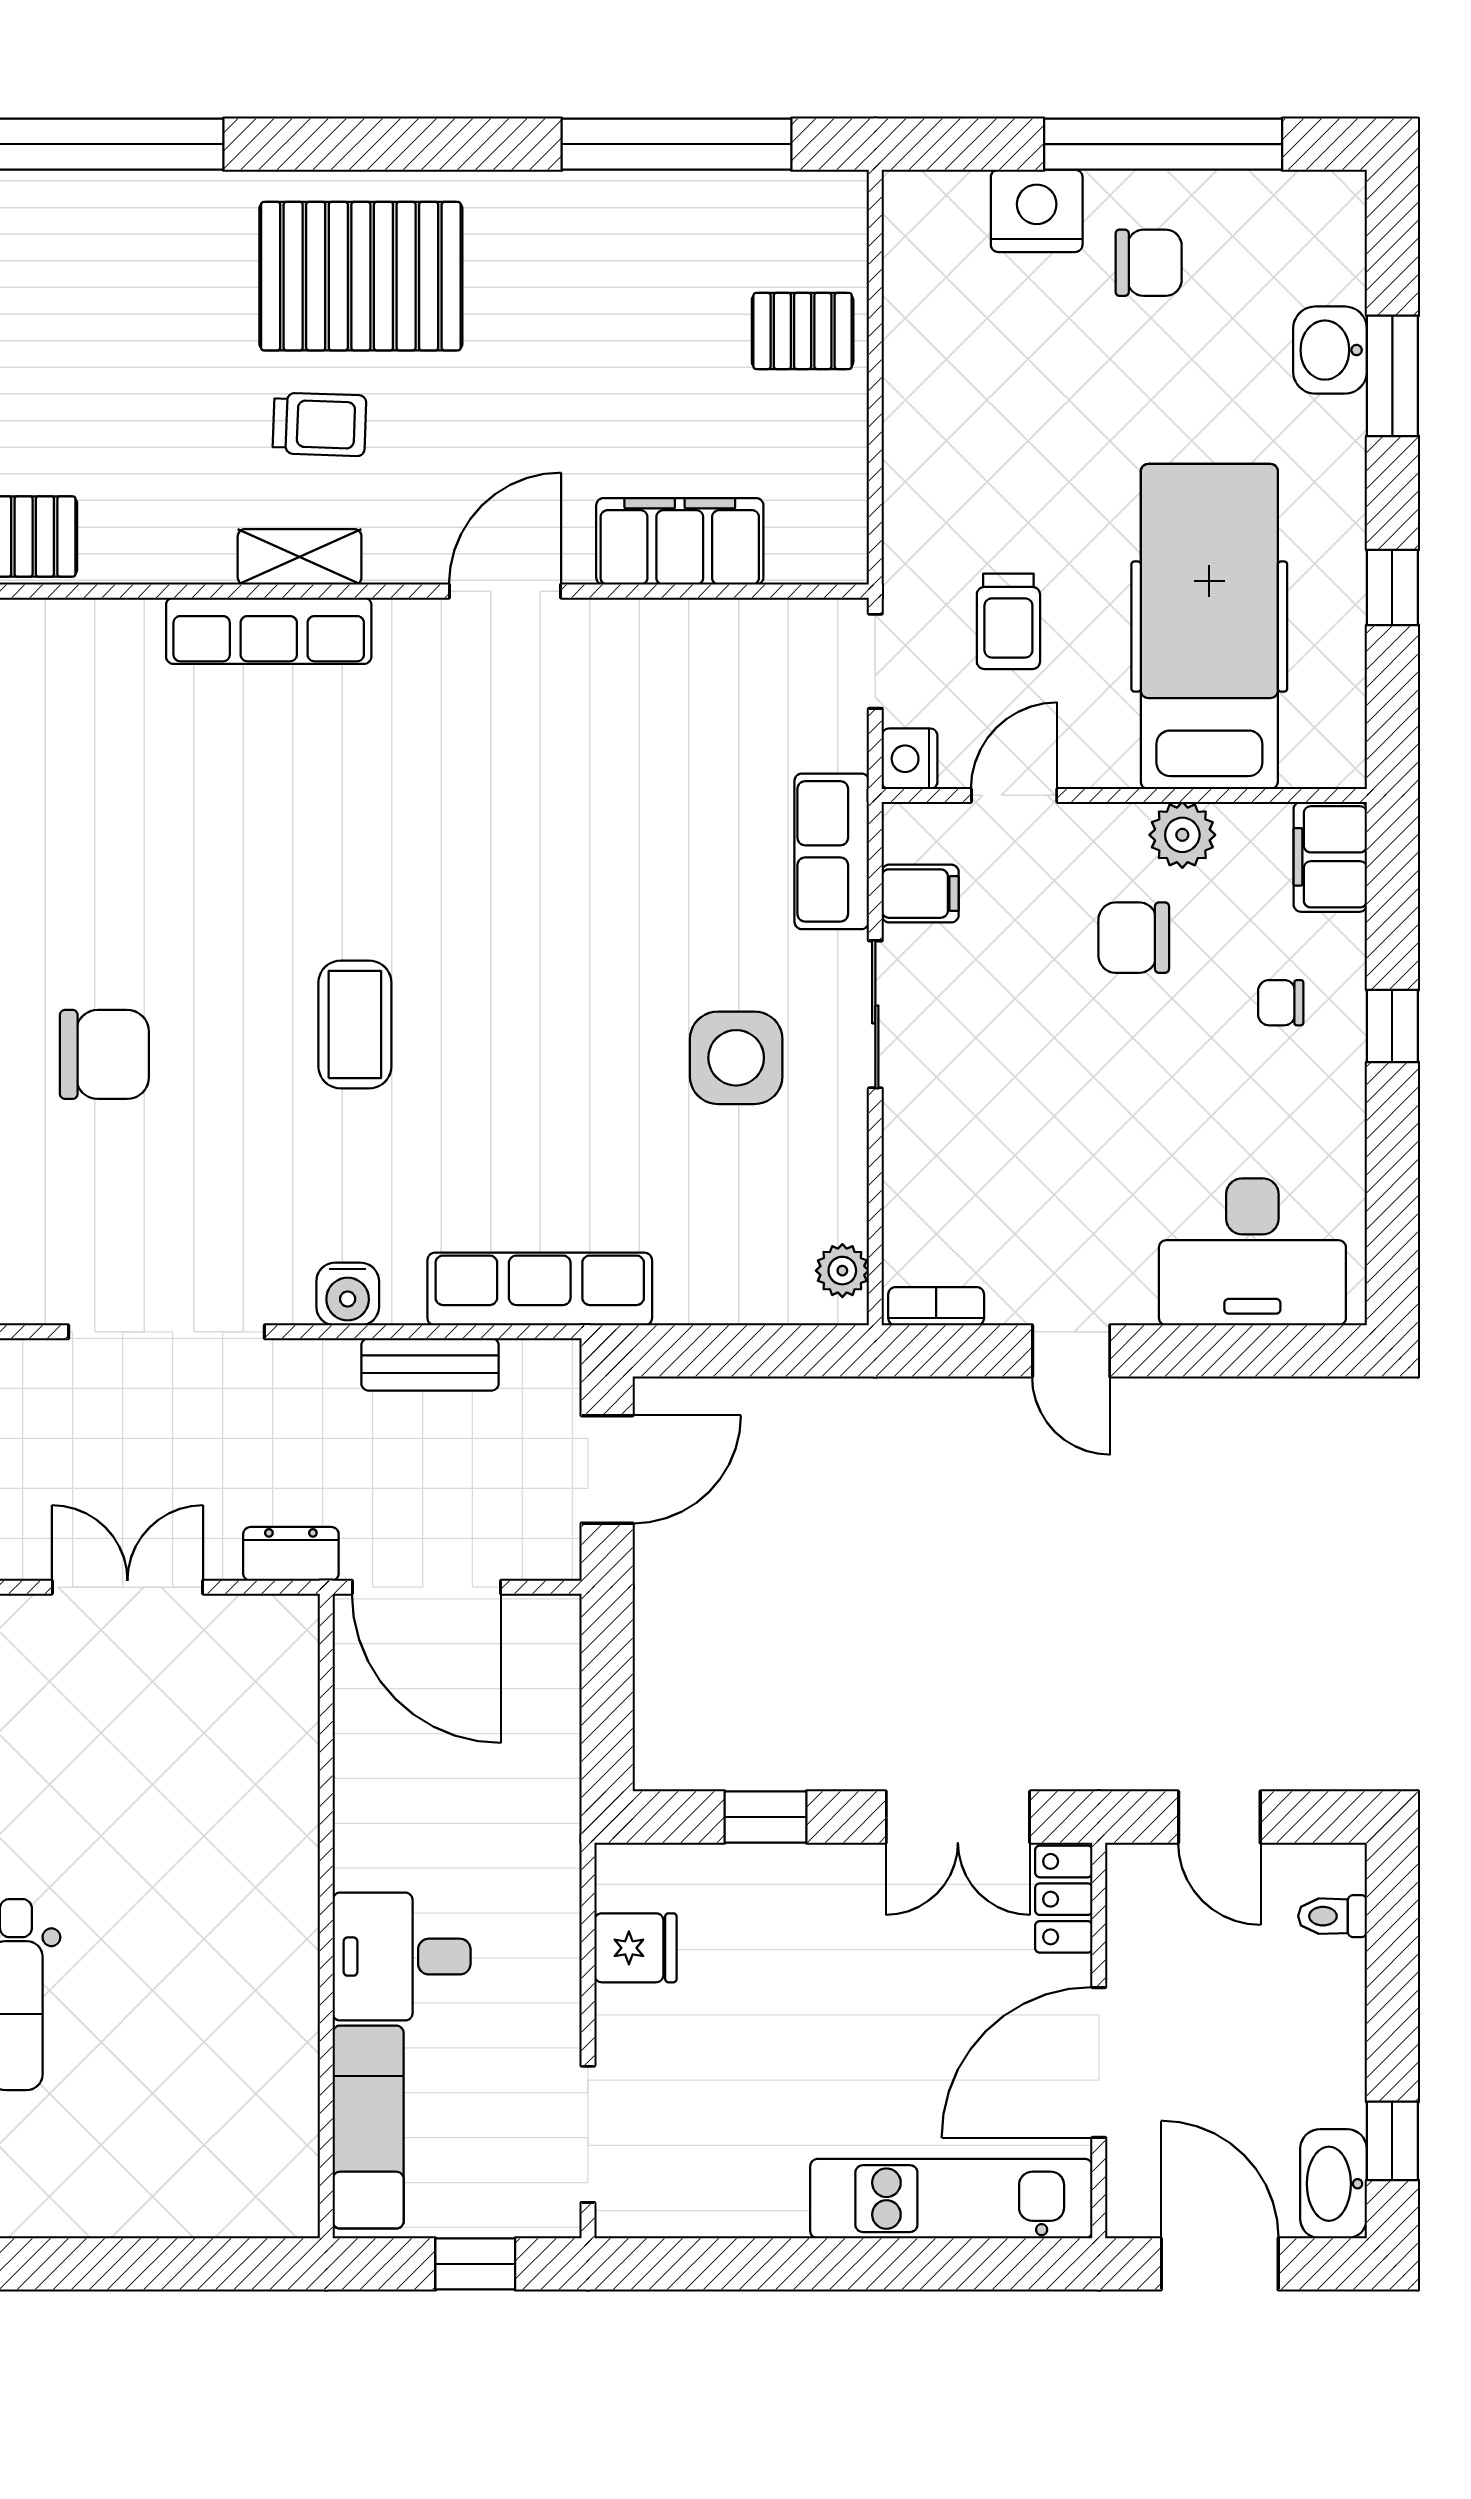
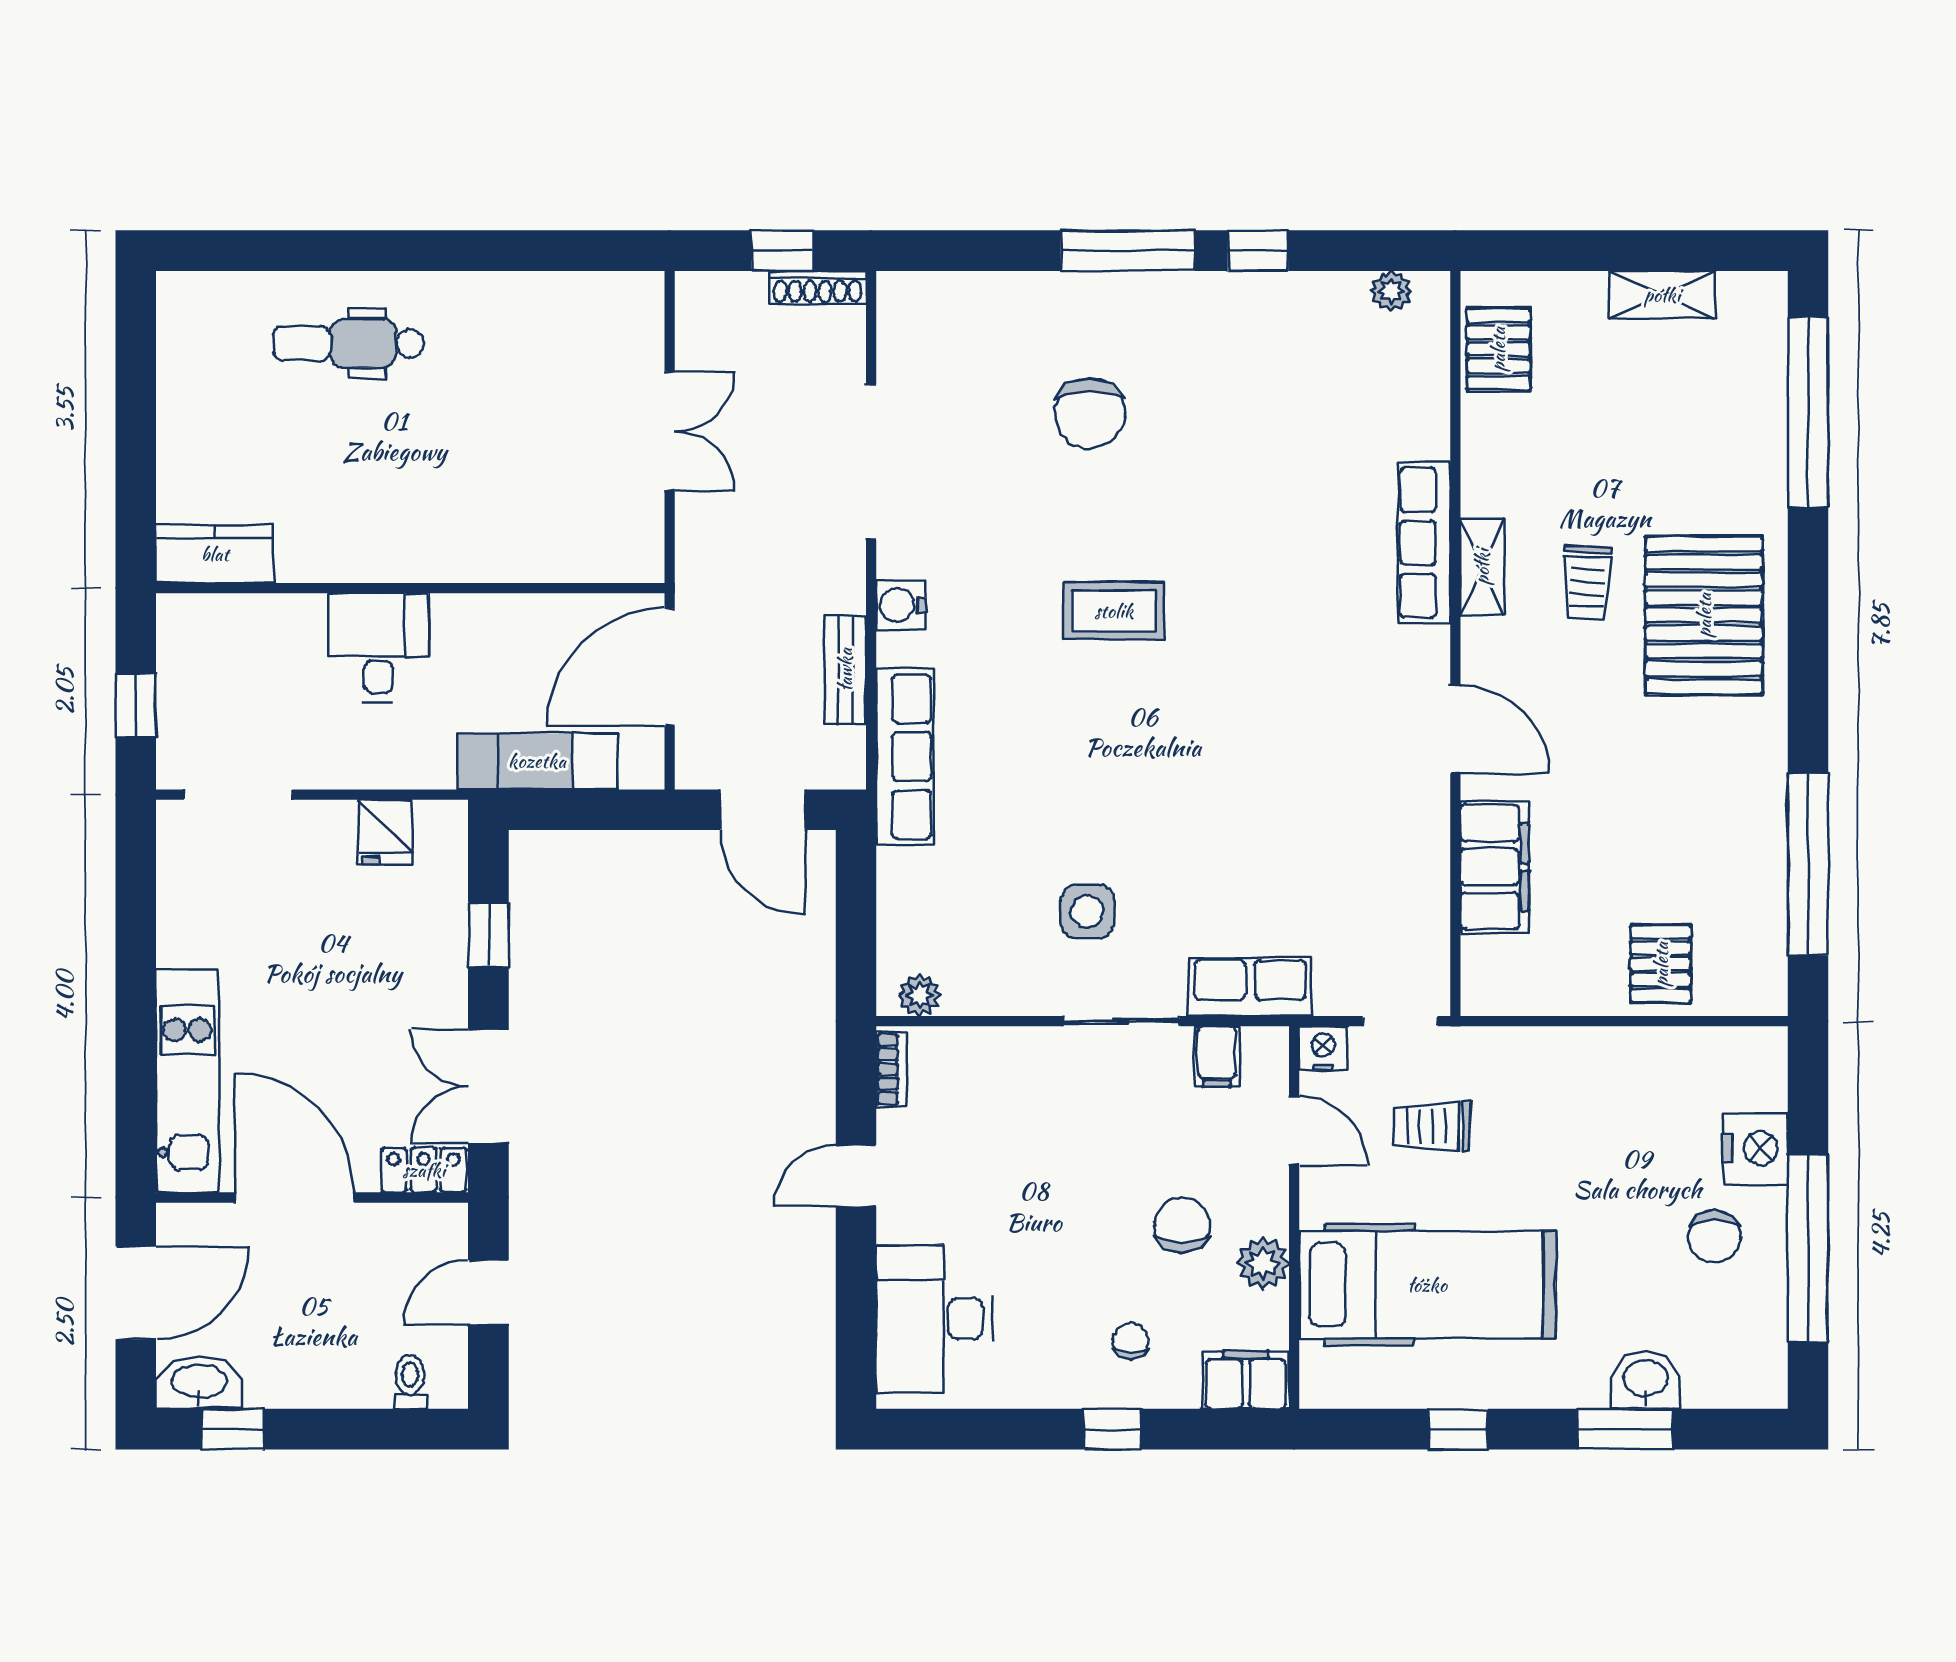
side table: (736, 1058) -> (1087, 911), width x0.73, depth x0.73
dresser: (291, 1554) -> (696, 560), removed
exam couch: (368, 2127) -> (537, 761), moved, turned 180
kitchen counter: (283, 2164) -> (215, 554), added

